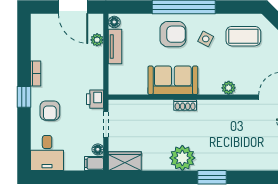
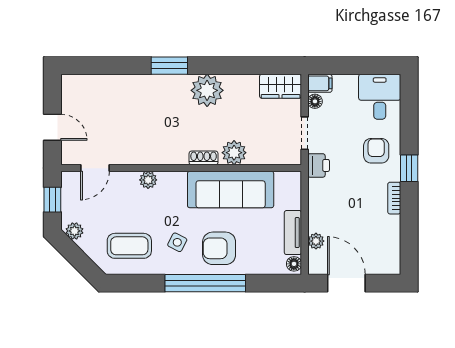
sofa: (173, 80) -> (231, 190), width x1.36
plant: (161, 109) -> (234, 153), added

